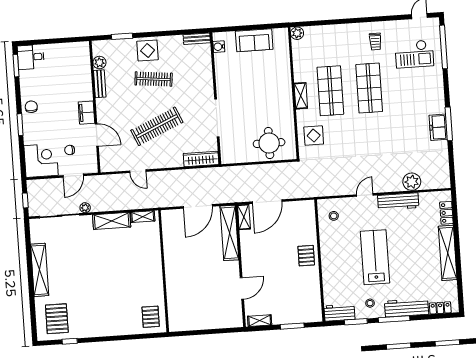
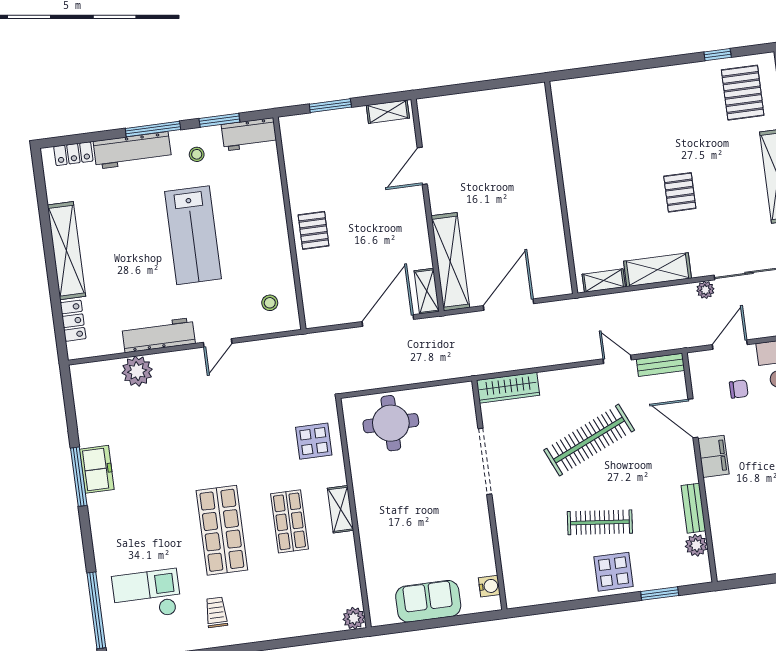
bench: (197, 39) -> (660, 365), moved
shop shelf: (330, 91) -> (290, 521), width x0.70, depth x0.74
pallet: (151, 317) -> (680, 192), moved

